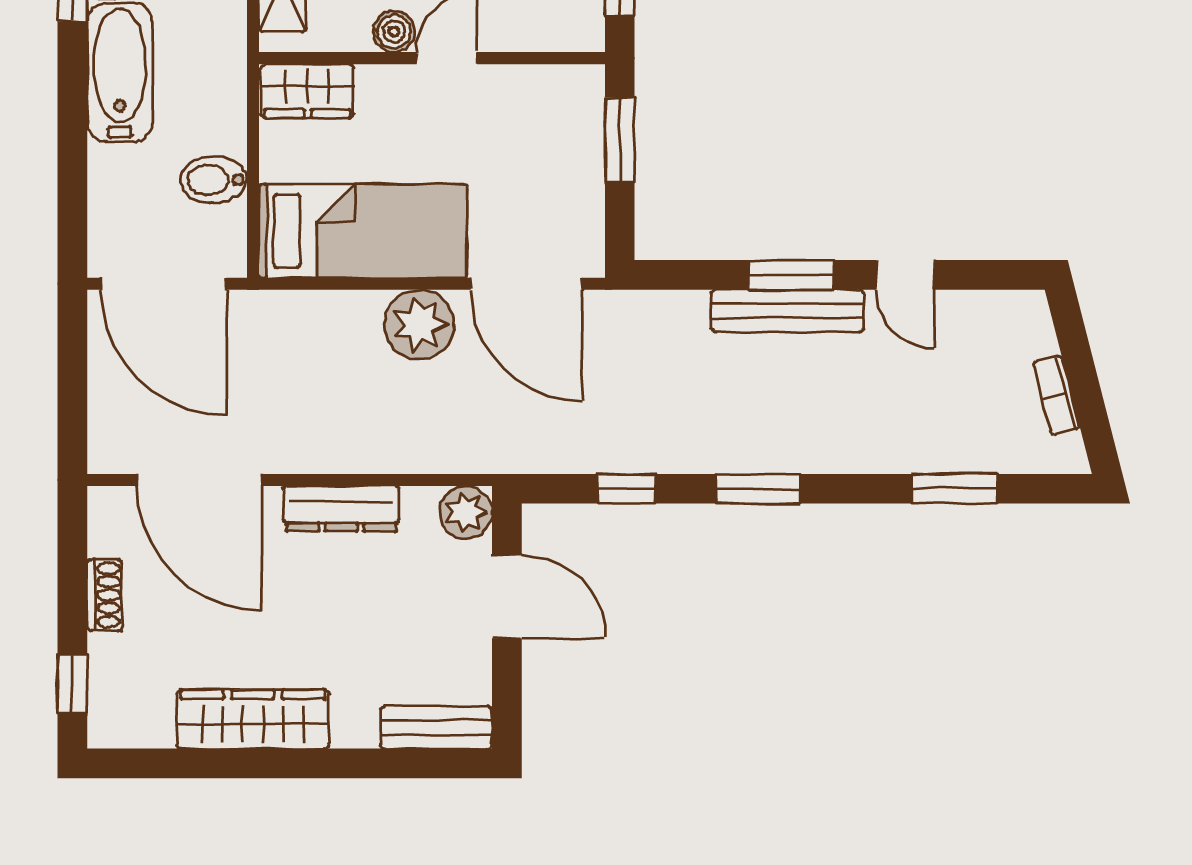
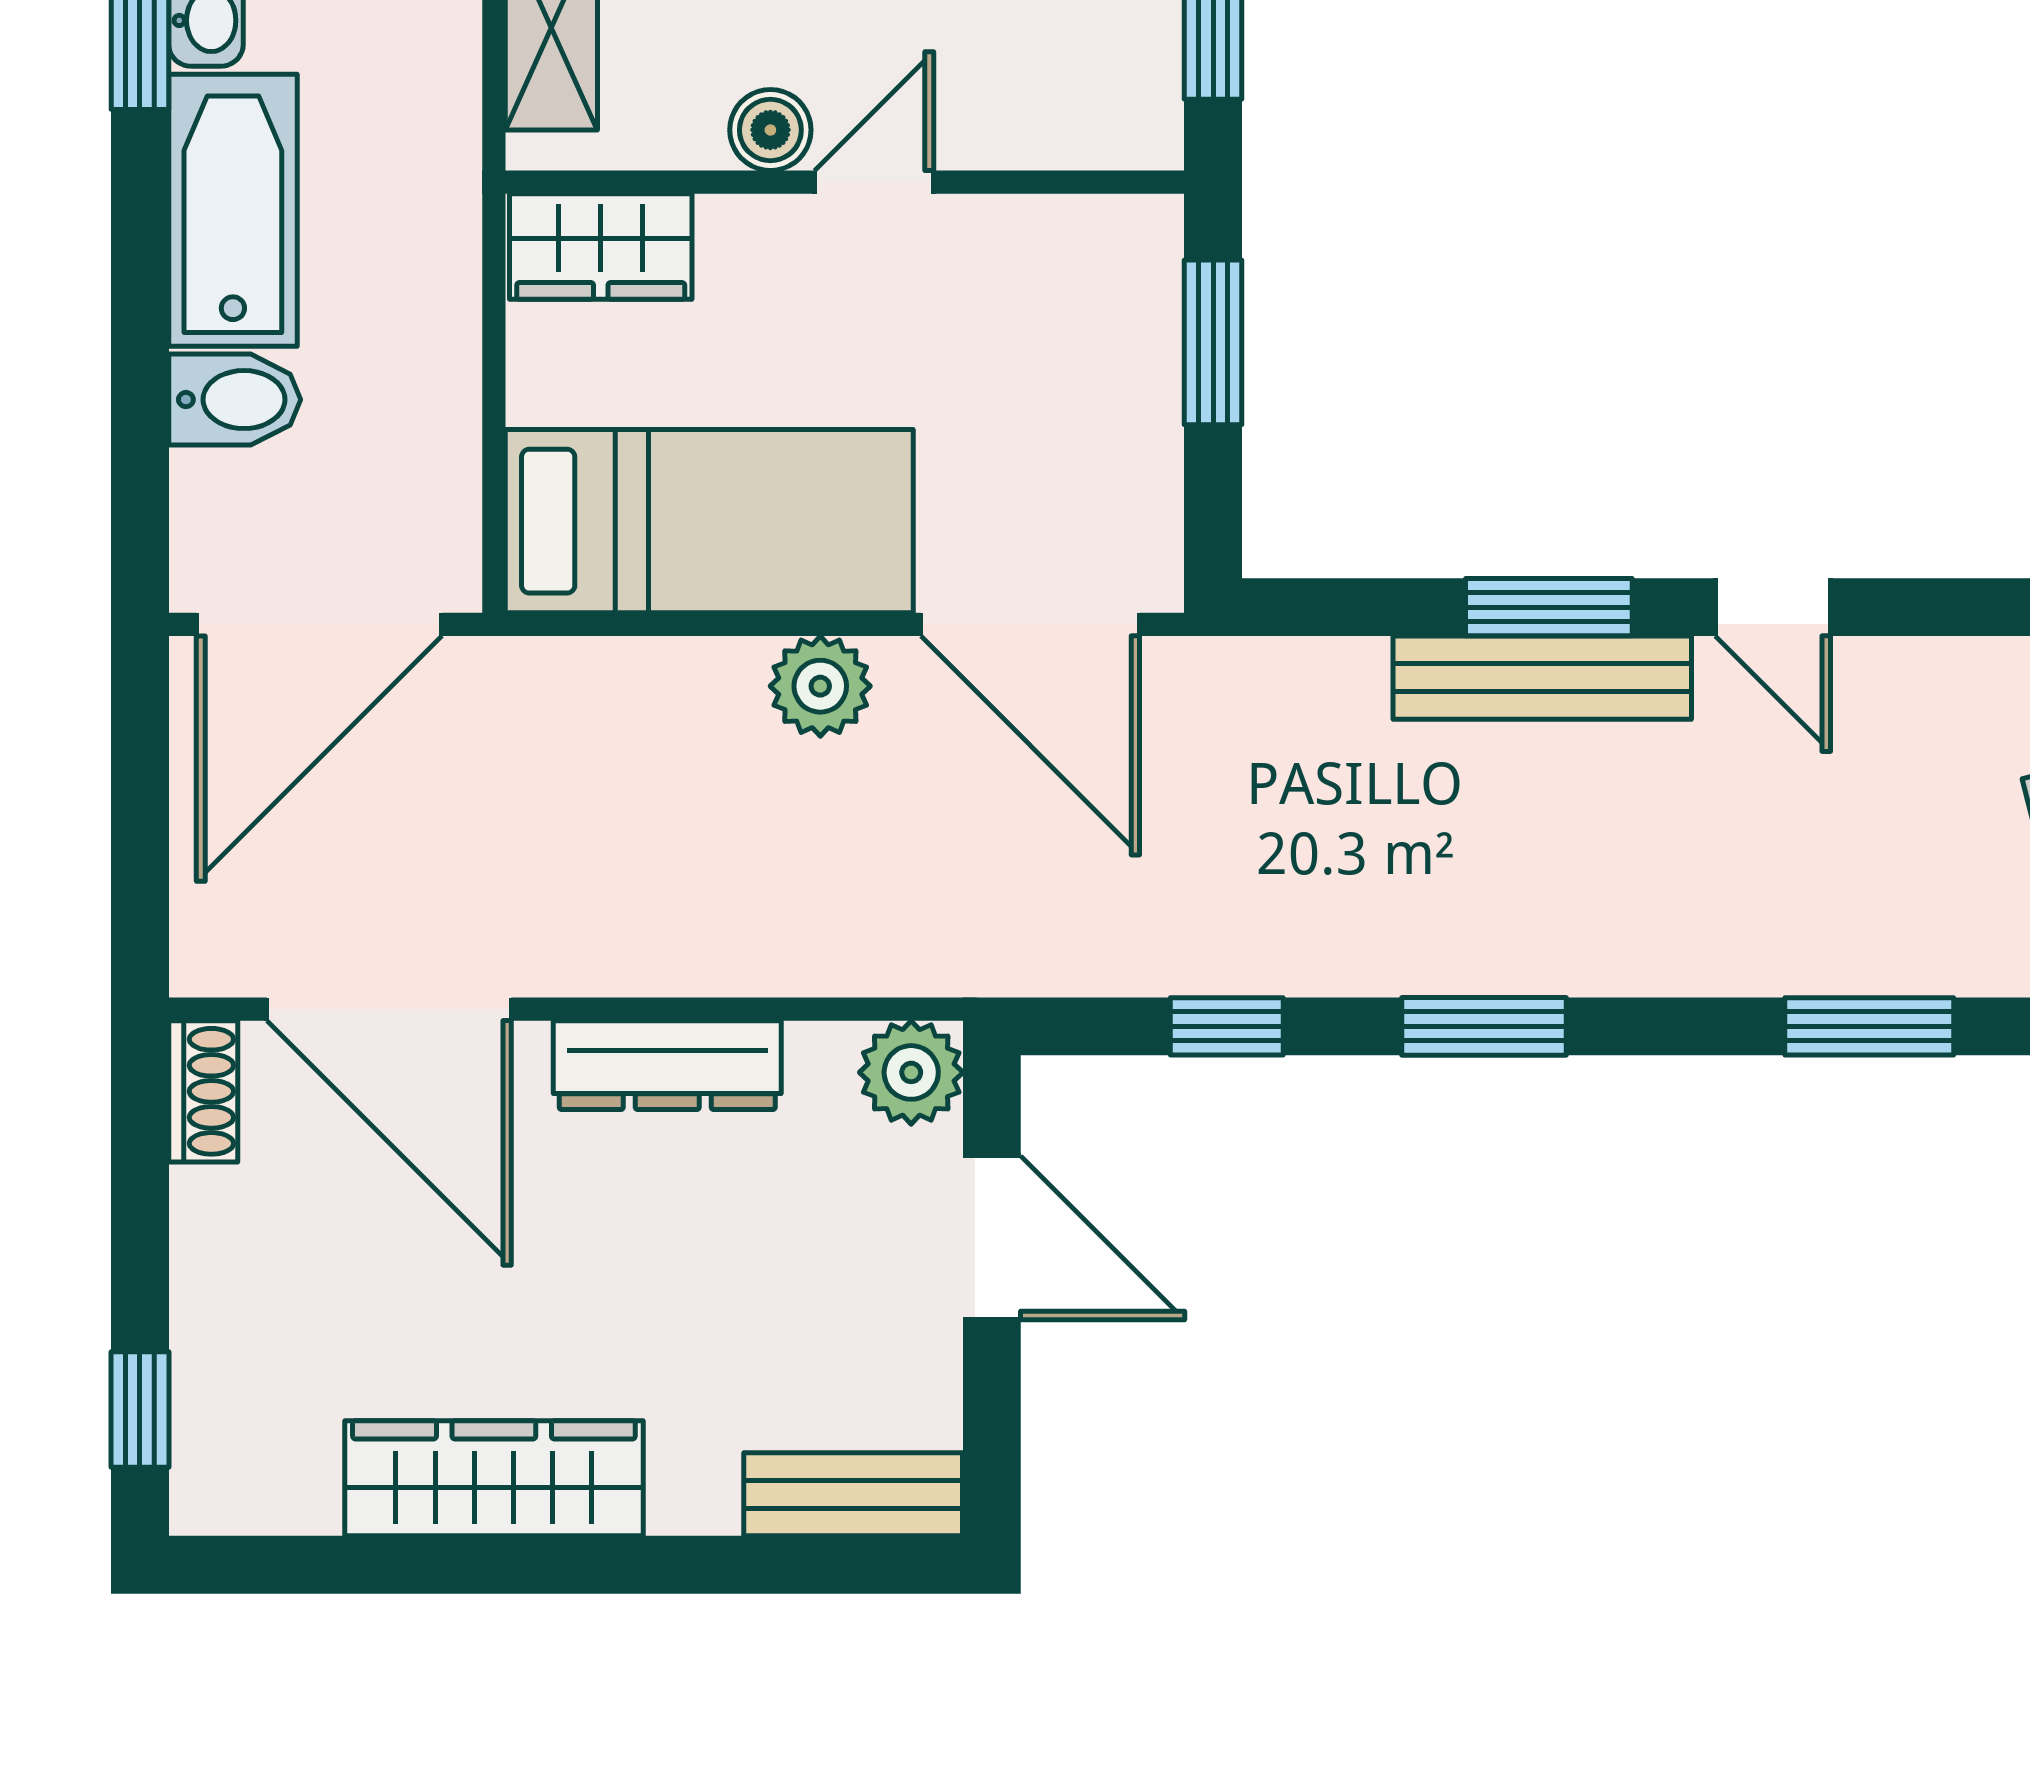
bidet: (213, 180) -> (235, 400), moved, turned 180
door: (164, 284) -> (319, 624), hinge flipped
plant: (419, 325) -> (820, 686), width x0.73, depth x0.73
shoe rack: (105, 595) -> (203, 1091), moved

